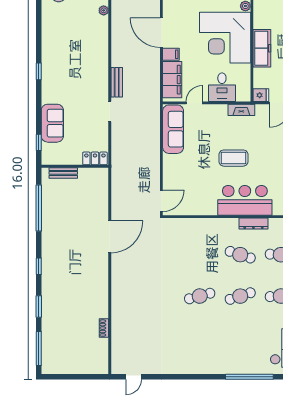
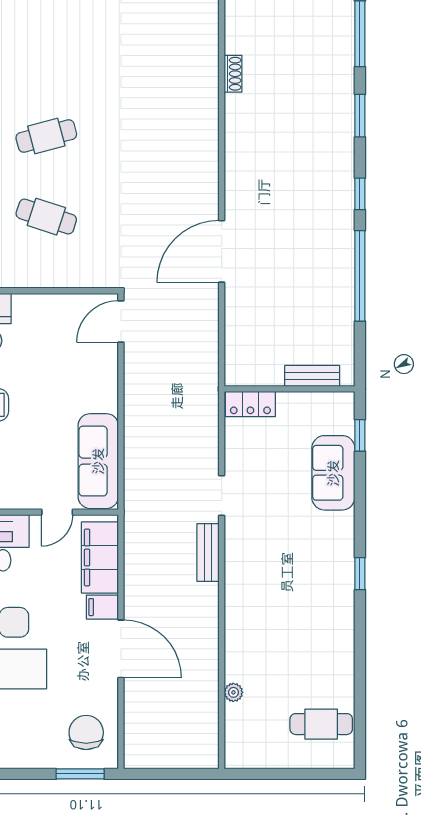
window: (39, 208) -> (360, 276), moved
cafe table: (200, 255) -> (46, 217), added

